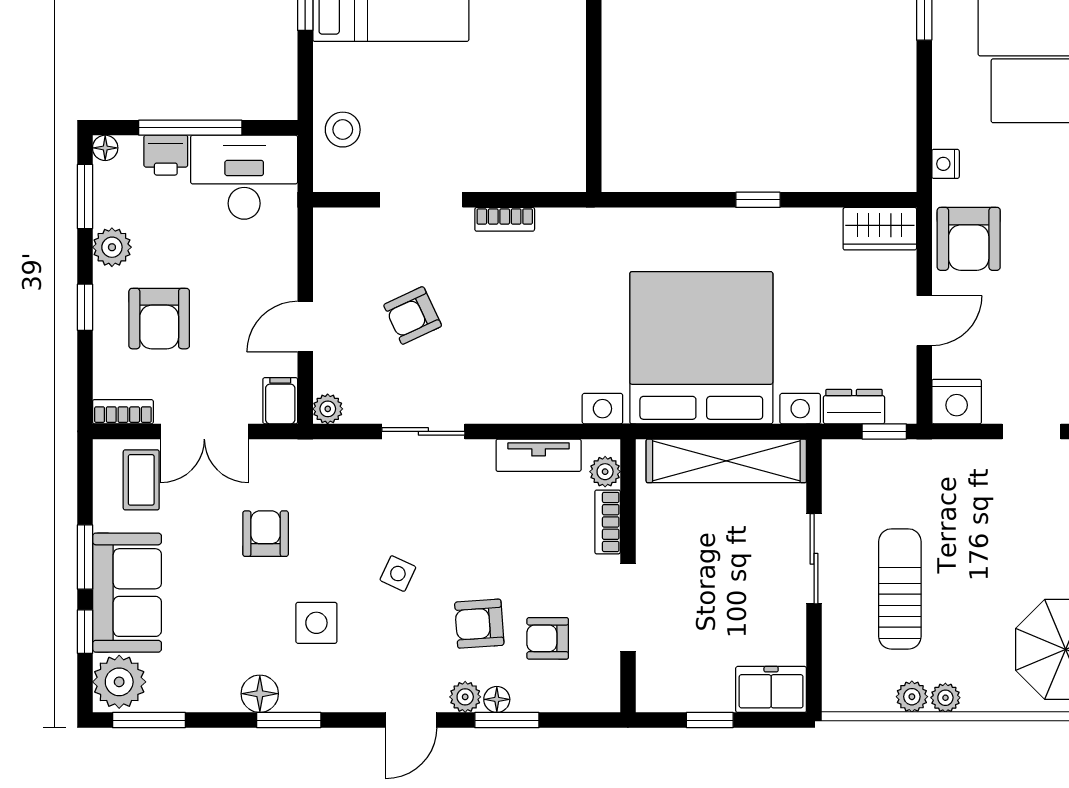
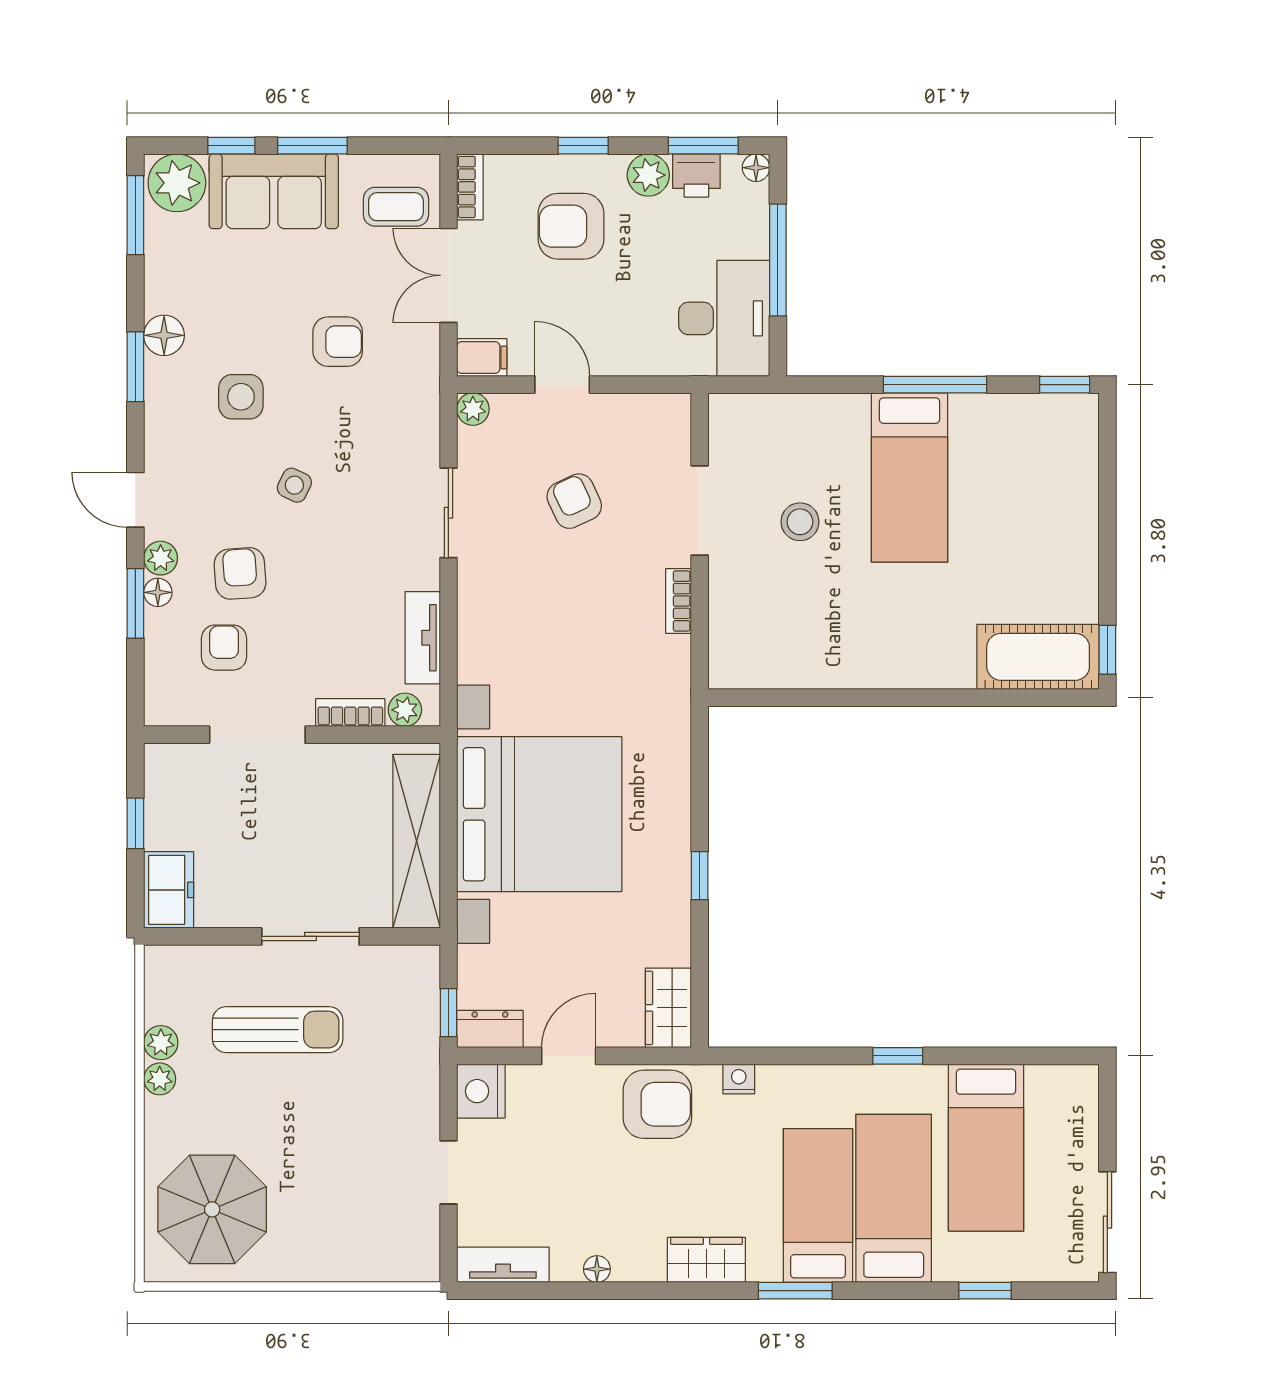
stool: (343, 130) -> (800, 522), moved
printer: (166, 155) -> (696, 176), moved, turned -90
armchair: (969, 239) -> (657, 1104), turned 180
door: (924, 321) -> (569, 1056), swing flipped
dresser: (854, 407) -> (490, 1029), moved, turned -90

